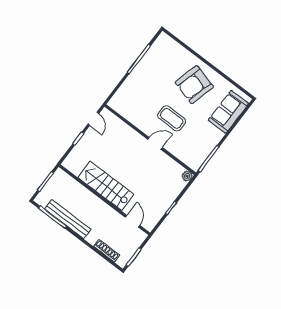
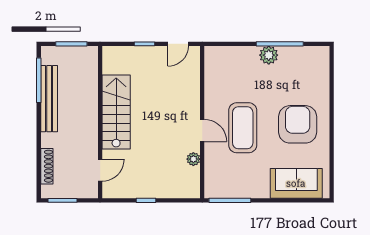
plant: (141, 71) -> (269, 55), added
armchair: (194, 85) -> (298, 124), turned 75
coffee table: (172, 118) -> (243, 128), width x1.36, depth x1.32
plant: (187, 176) -> (193, 159), moved

